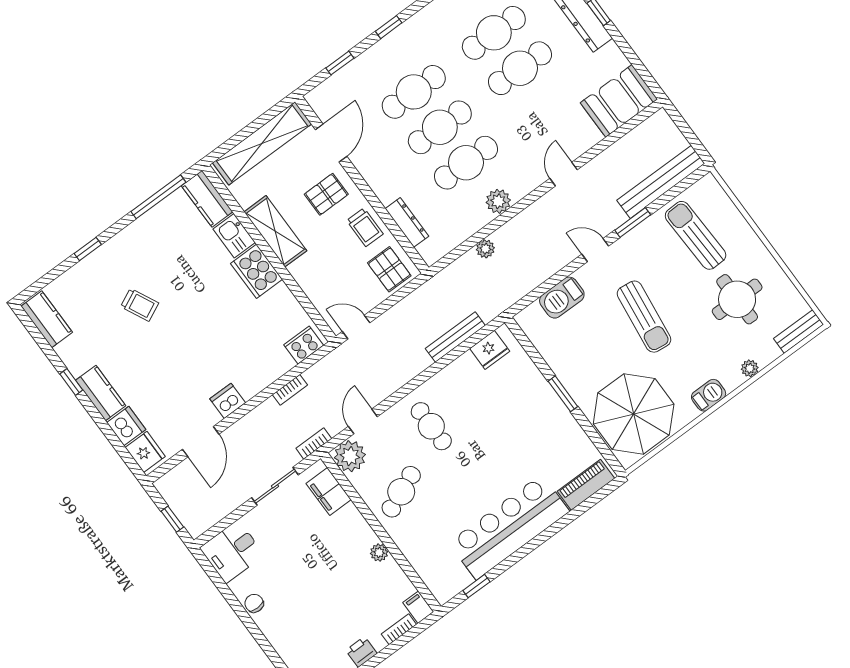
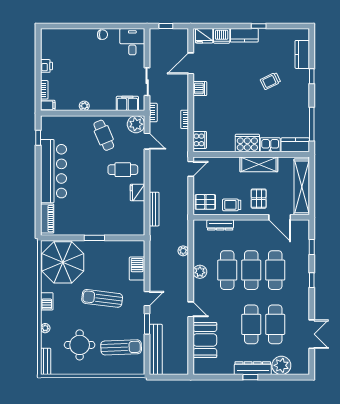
booth: (619, 101) -> (205, 340), moved
kitchen counter: (47, 319) -> (302, 54), moved, turned 90
fridge: (490, 350) -> (137, 193), moved
door: (201, 442) -> (191, 63), hinge flipped

